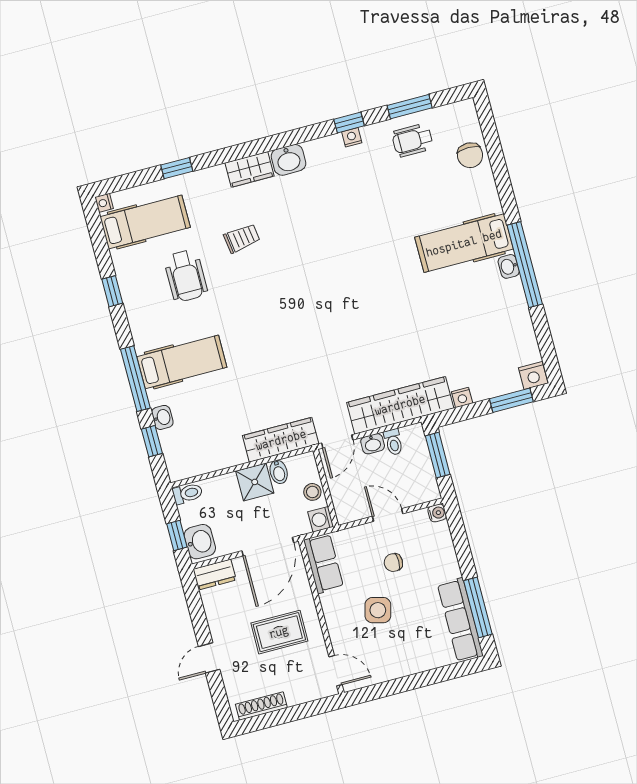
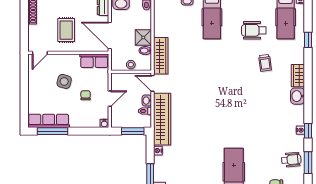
wheelchair: (413, 140) -> (291, 160), turned 85
washing machine: (321, 519) -> (116, 65), removed

